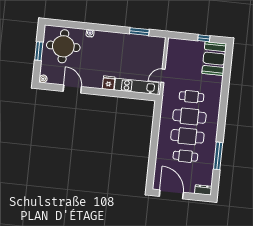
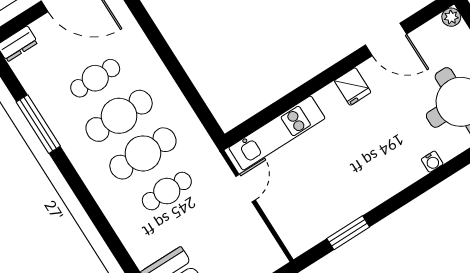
fridge: (109, 83) -> (353, 87), moved

